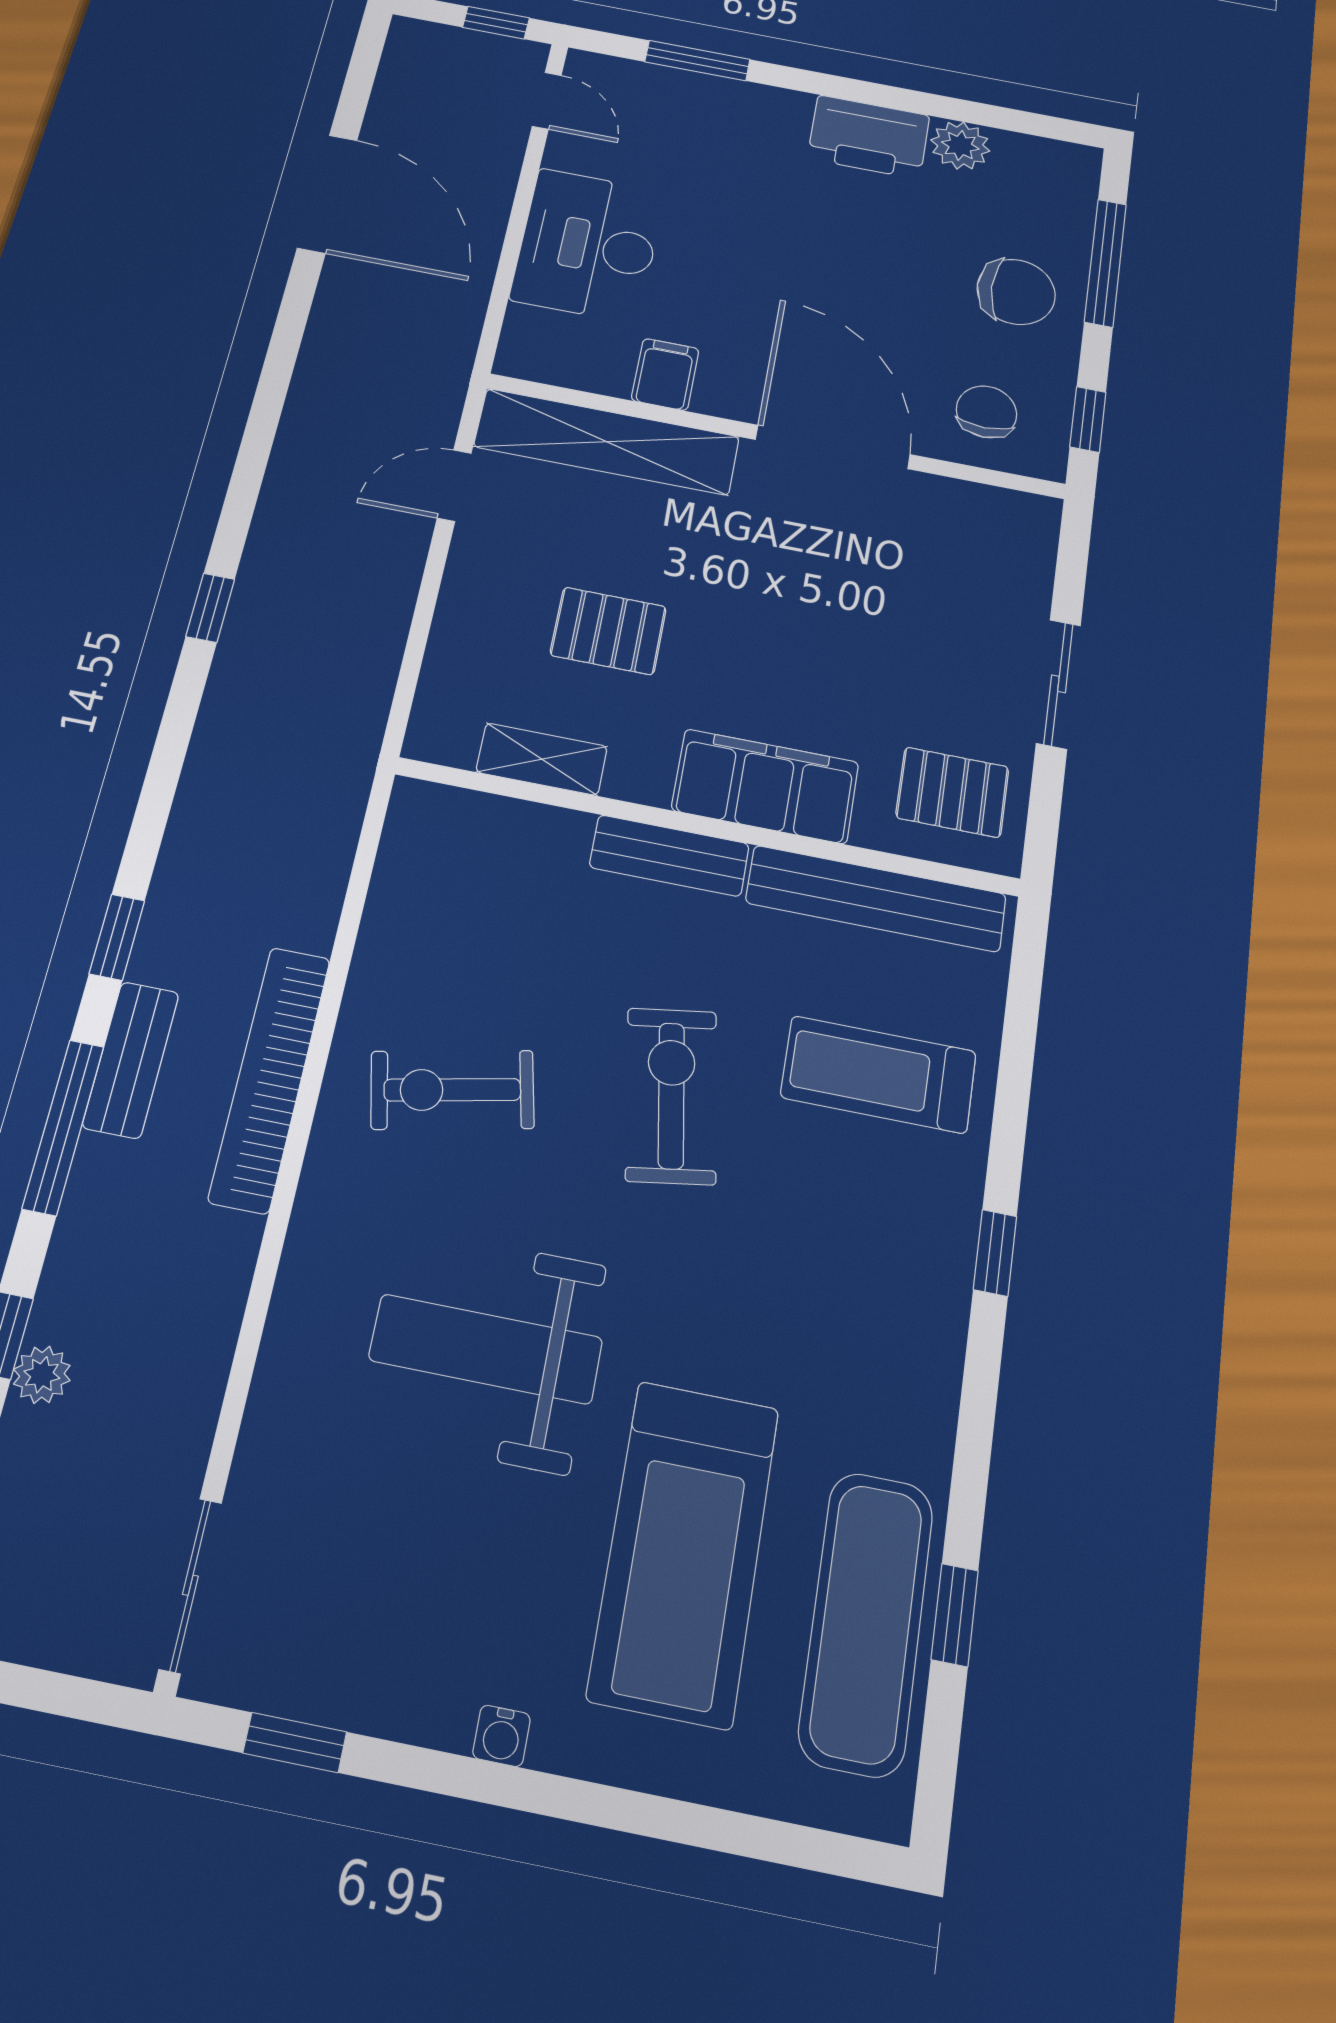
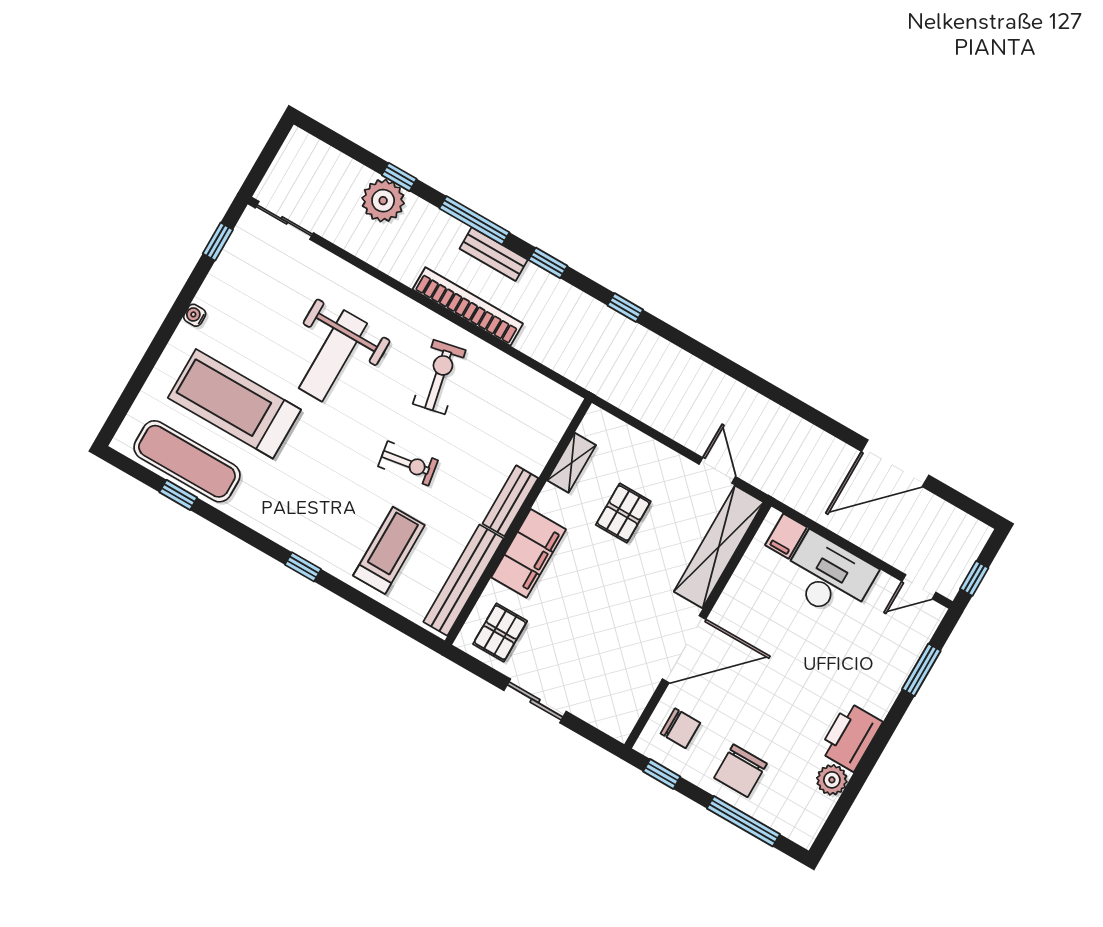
filing cabinet: (665, 374) -> (786, 536), moved, turned 90
window: (210, 608) -> (625, 307), moved
exercise bike: (671, 1095) -> (408, 463), width x0.73, depth x0.72
weight bench: (486, 1349) -> (333, 356), turned 180
plant: (42, 1375) -> (383, 201), width x1.88, depth x1.88

